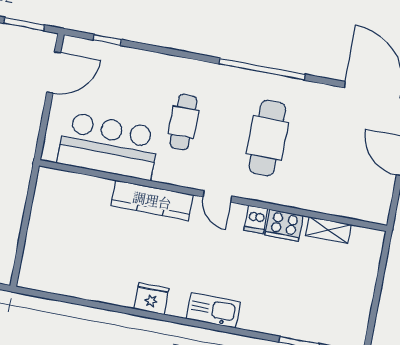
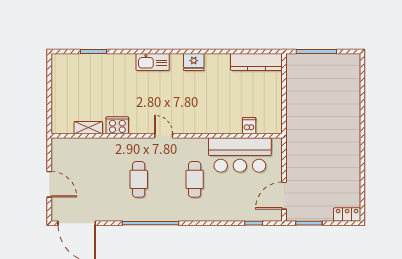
cafe table: (267, 138) -> (139, 179), width x0.73, depth x0.74
kitchen counter: (152, 200) -> (256, 62), moved, turned 180
dishwasher: (256, 219) -> (249, 126), moved

